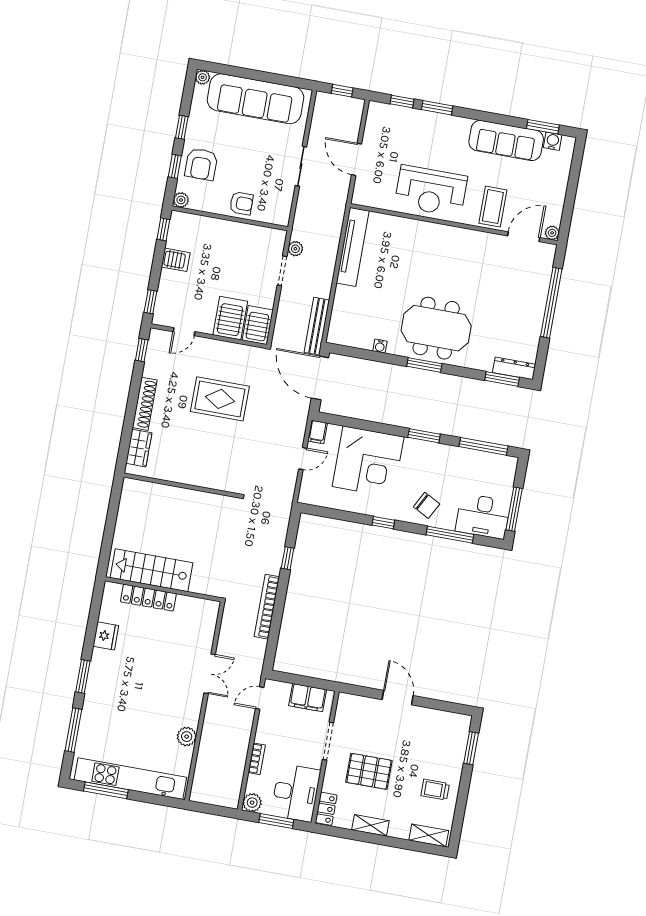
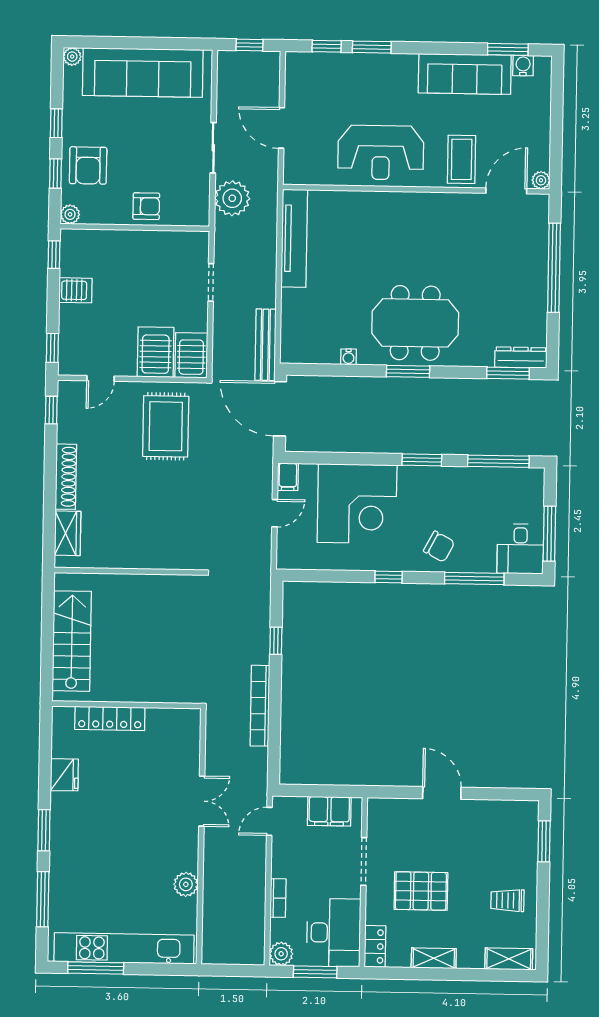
plant: (295, 249) -> (232, 198), moved, width x1.88, depth x1.88
rug: (220, 399) -> (166, 426), moved, turned 90
desk: (483, 516) -> (520, 549), width x0.73
stairs: (151, 570) -> (72, 641), moved, turned 90

